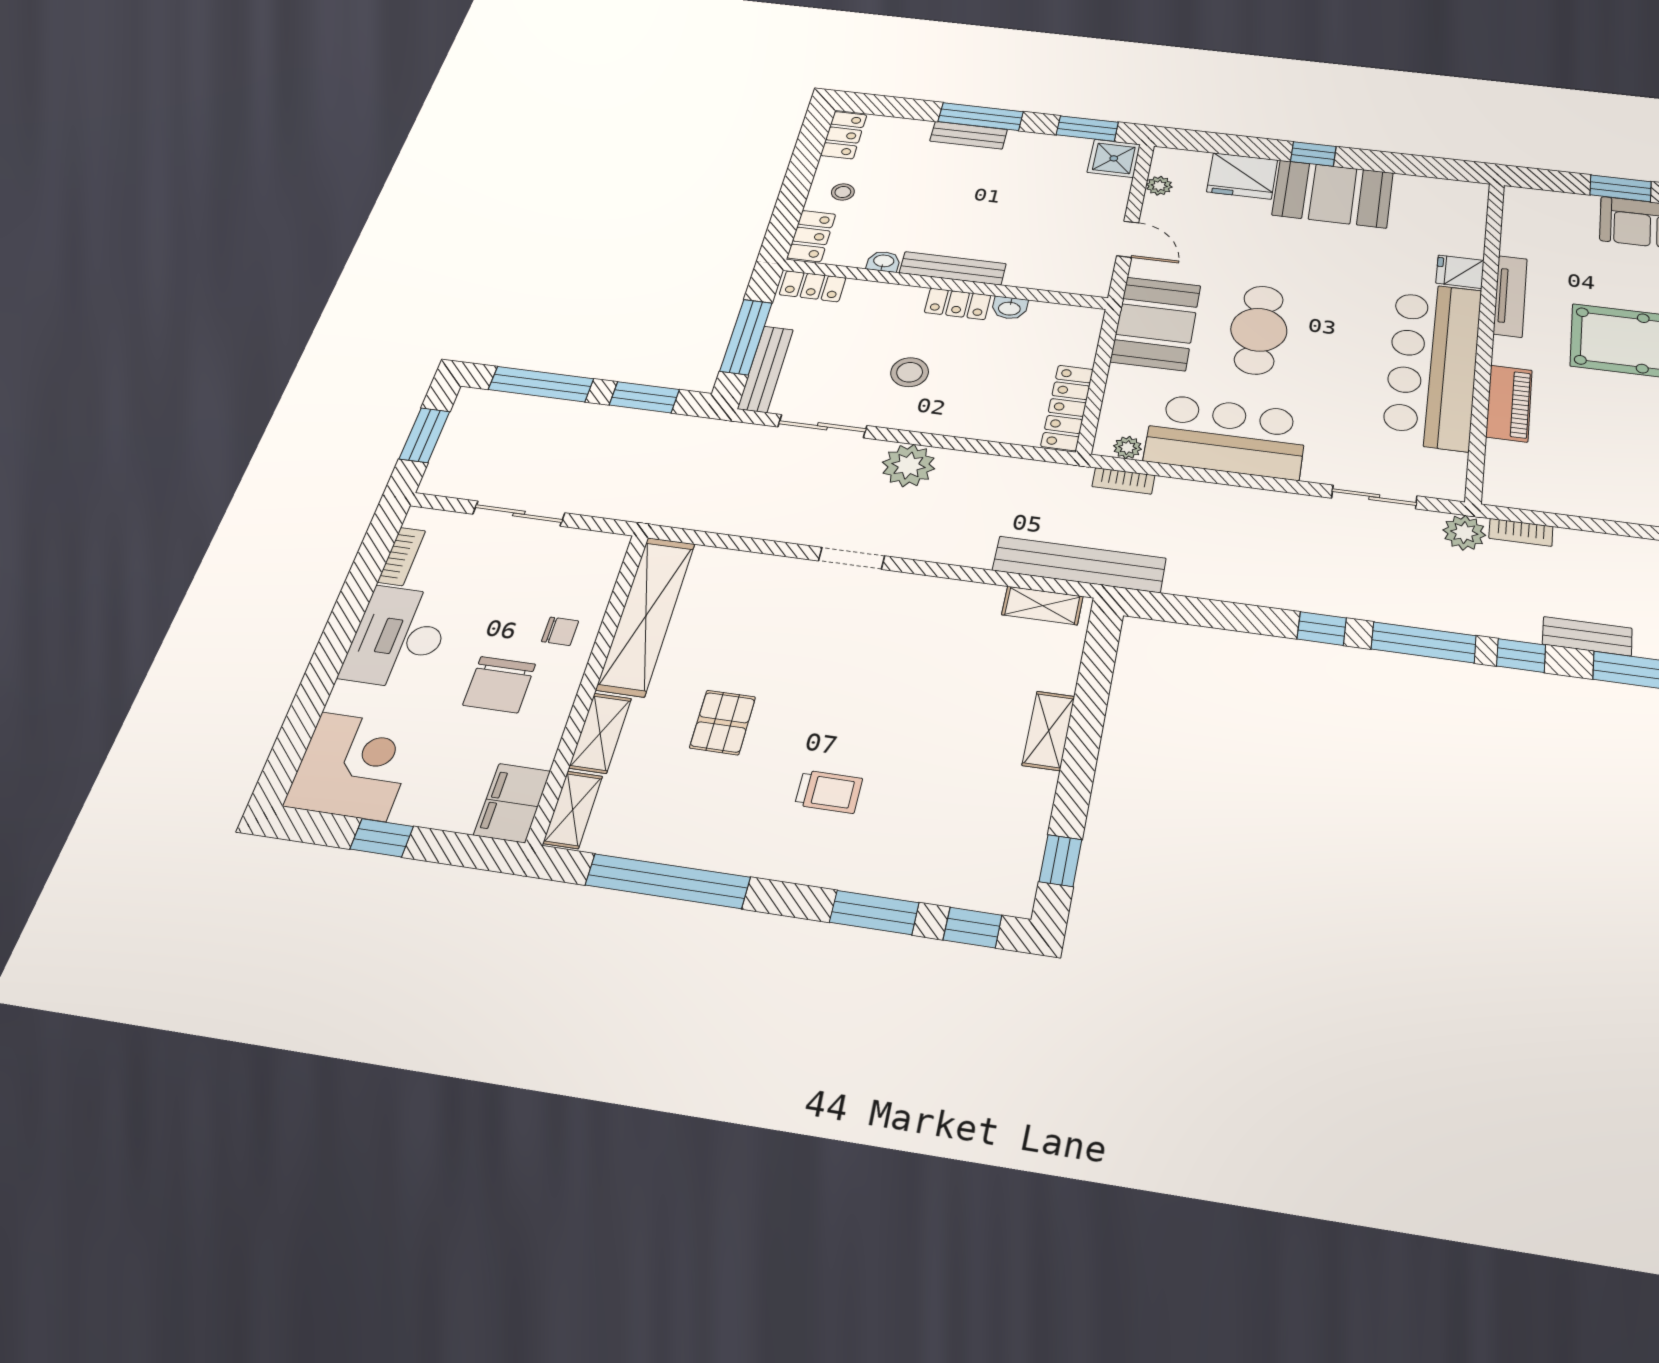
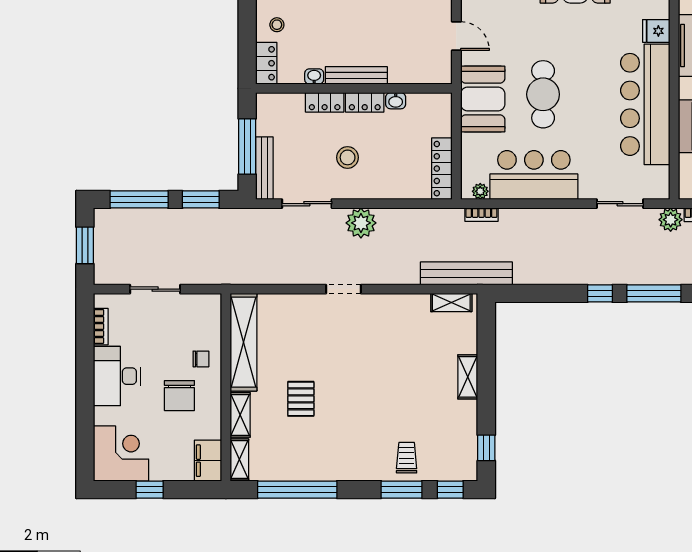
locker: (812, 286) -> (325, 102), moved
trolley: (829, 792) -> (407, 458), moved, turned -90

